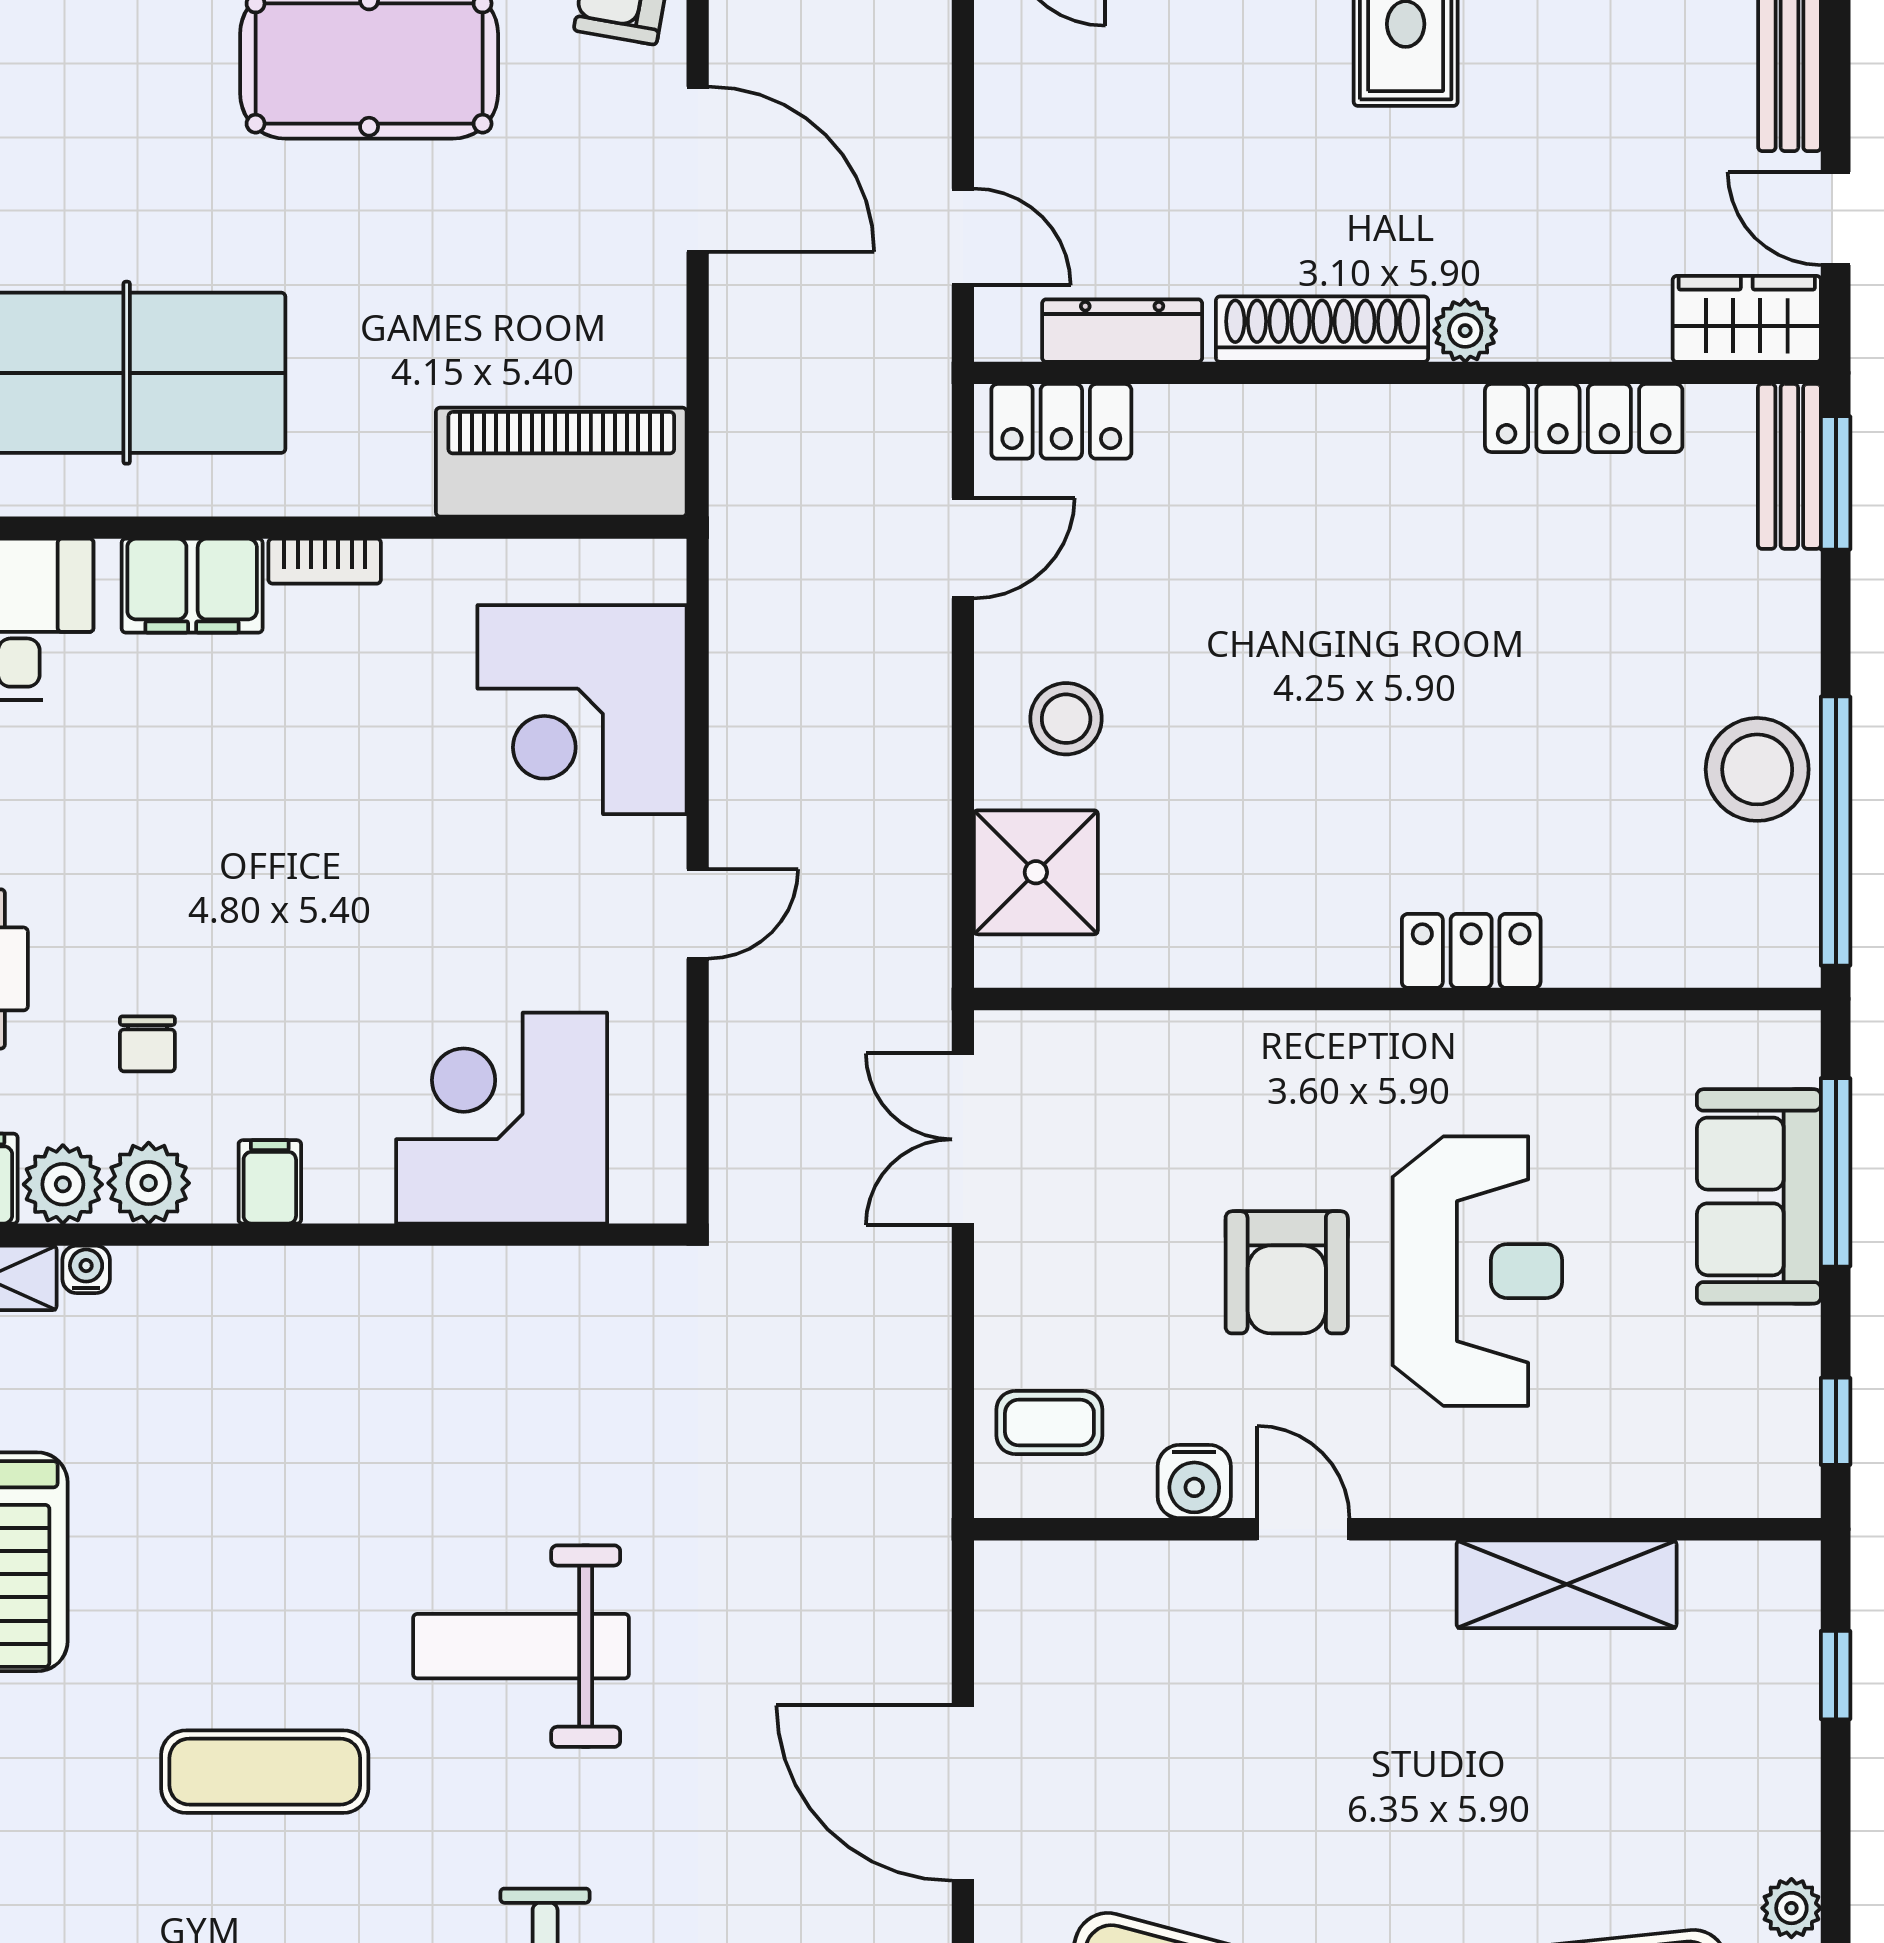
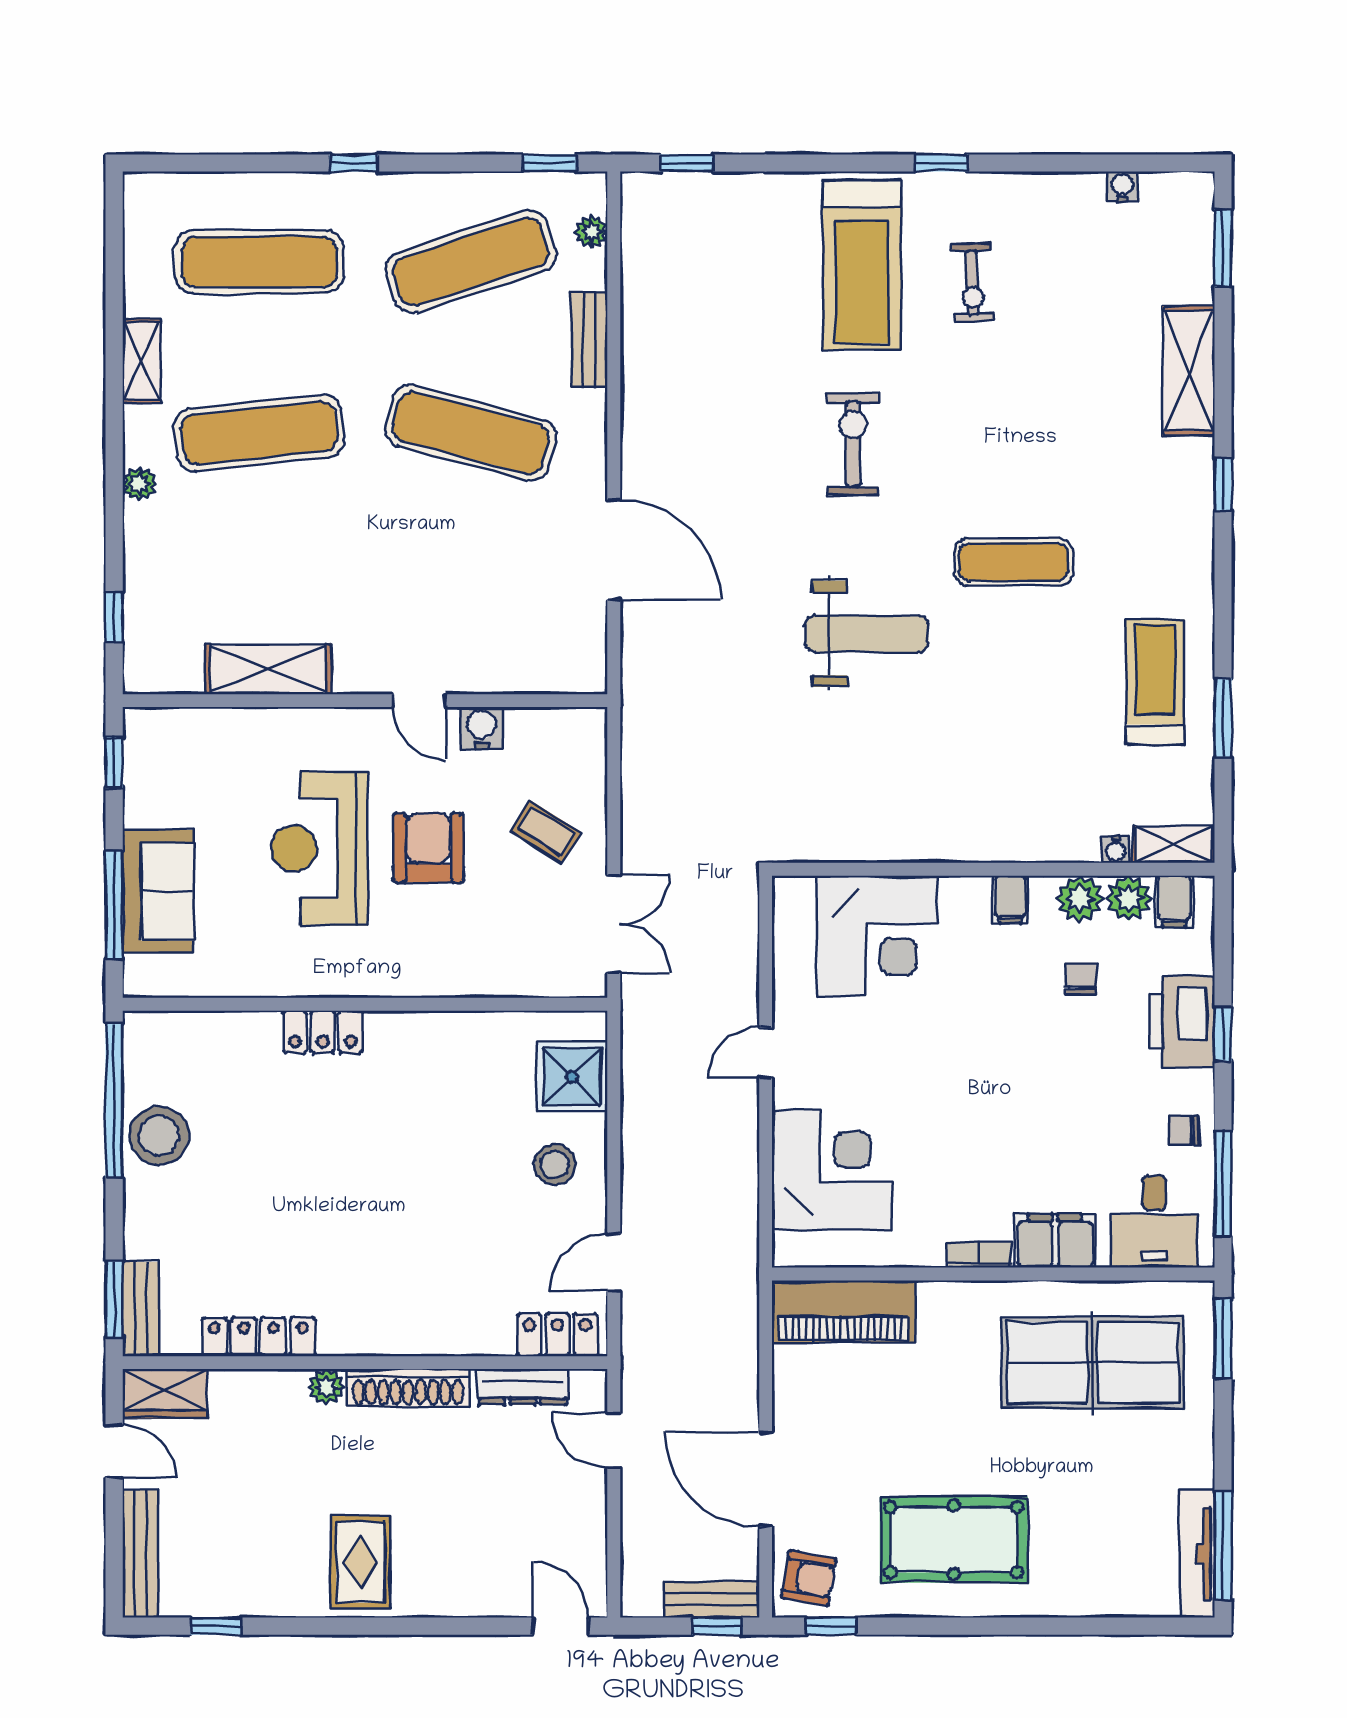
coffee table: (1049, 1423) -> (546, 831), moved, turned 32

